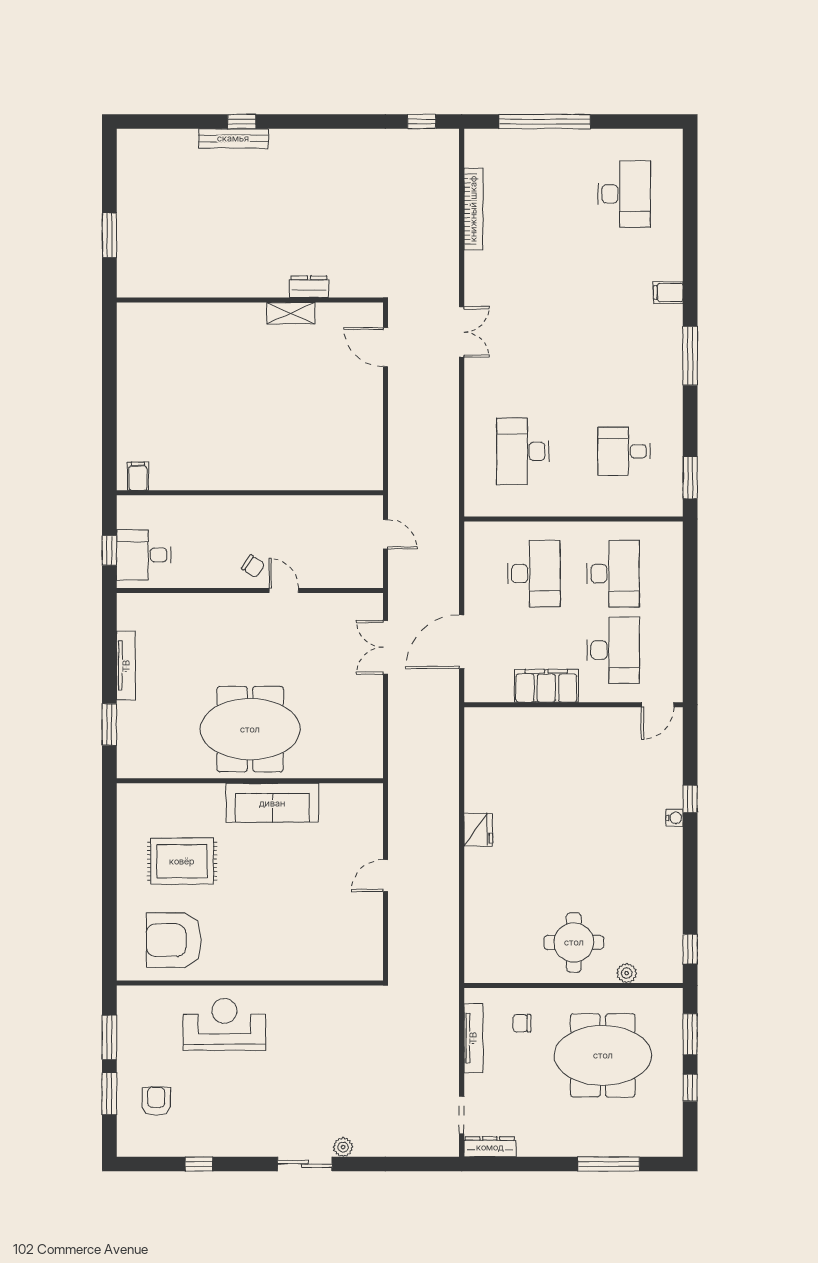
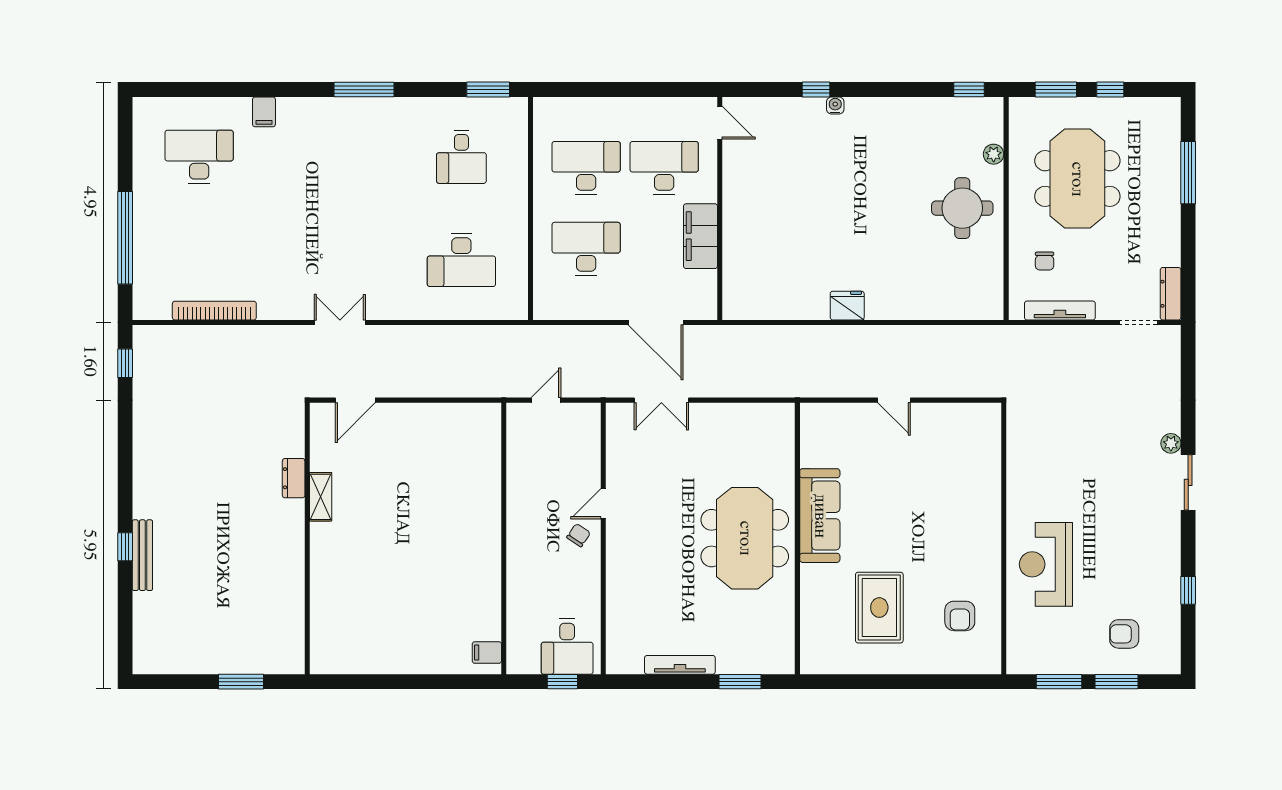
filing cabinet: (668, 292) -> (264, 112), moved
armchair: (174, 940) -> (960, 616), width x0.53, depth x0.53

